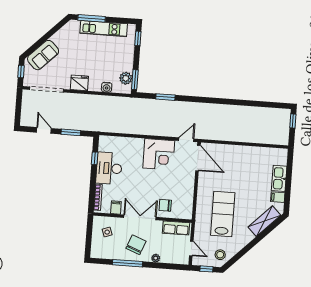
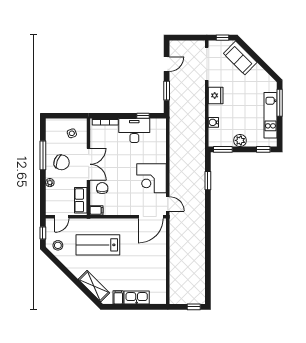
plant: (126, 78) -> (240, 140), moved
filing cabinet: (116, 208) -> (96, 210), moved
lab bench: (223, 214) -> (98, 245), turned 180

